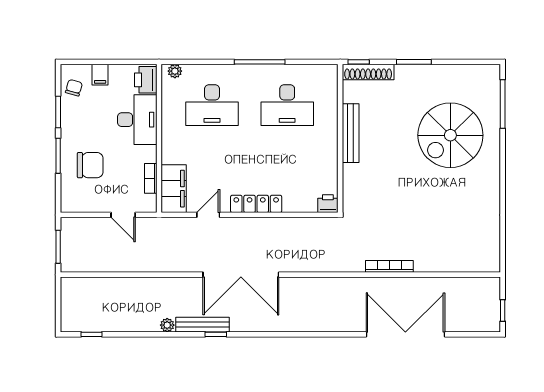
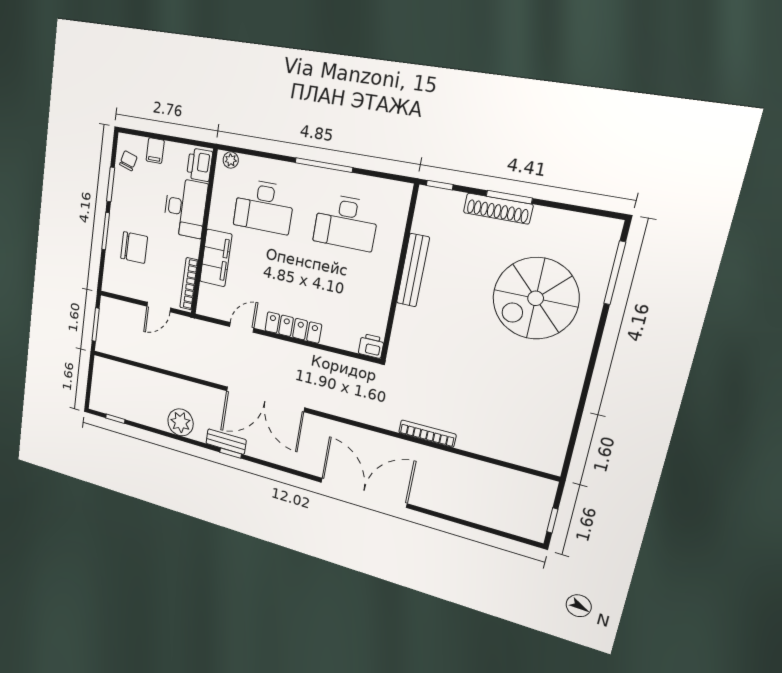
shoe rack: (368, 72) -> (498, 209), moved
bookcase: (151, 178) -> (189, 284), width x1.56
filing cabinet: (174, 189) -> (216, 258), moved
door: (123, 215) -> (159, 307), hinge flipped
plant: (167, 325) -> (181, 422), width x1.88, depth x1.88
bench: (202, 325) -> (226, 442), width x0.73
double door: (405, 334) -> (364, 493), moved

